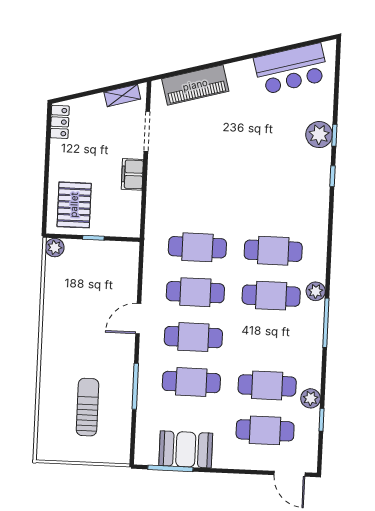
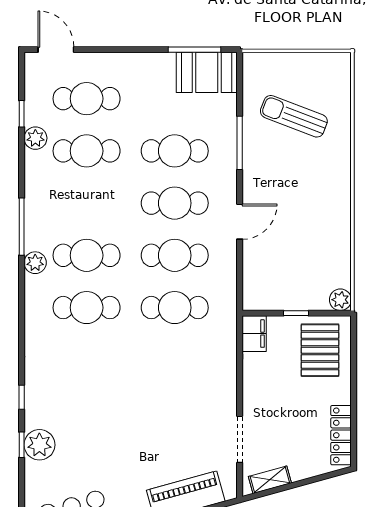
locker: (60, 122) -> (341, 435), width x1.53
filing cabinet: (132, 174) -> (254, 334), moved
sun lounger: (87, 407) -> (294, 116), turned 111
booth: (186, 449) -> (207, 72), moved

